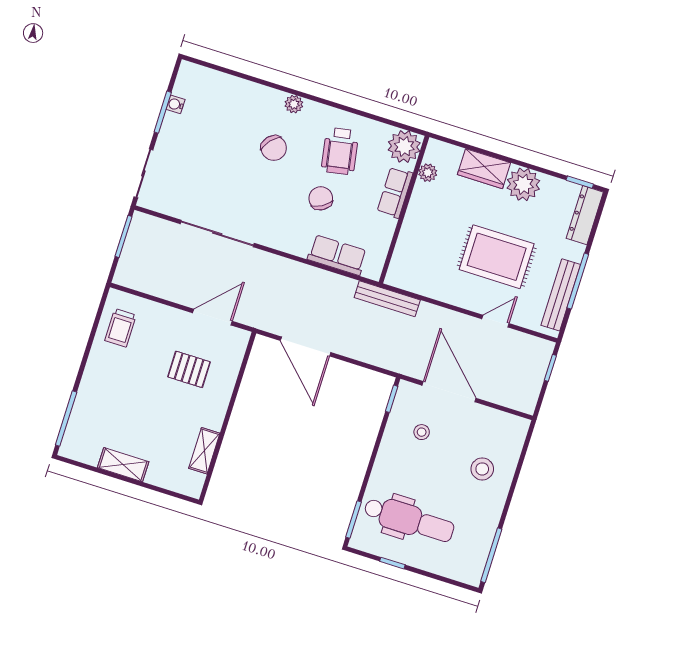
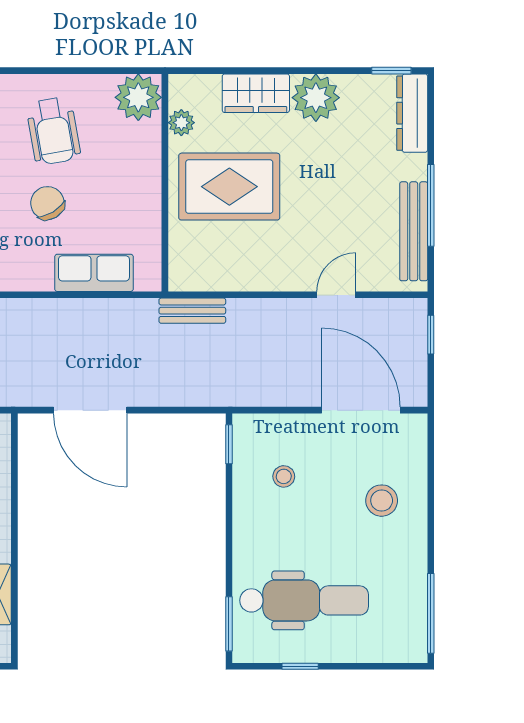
row of seats: (395, 192) -> (145, 163), removed
rug: (497, 257) -> (229, 187), moved
bench: (387, 299) -> (192, 311), width x0.73
door: (449, 392) -> (361, 410), moved

